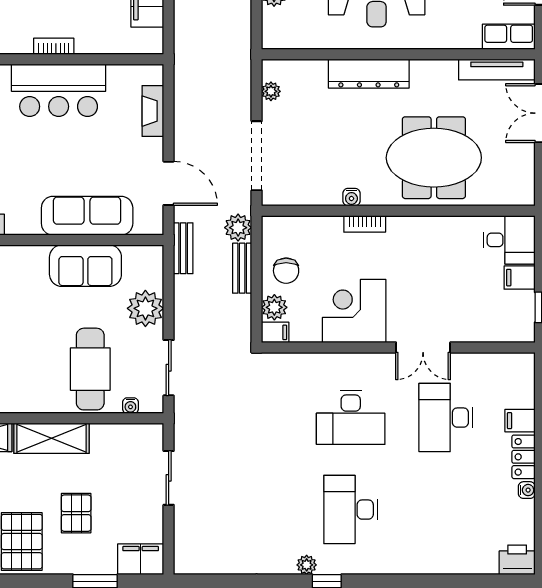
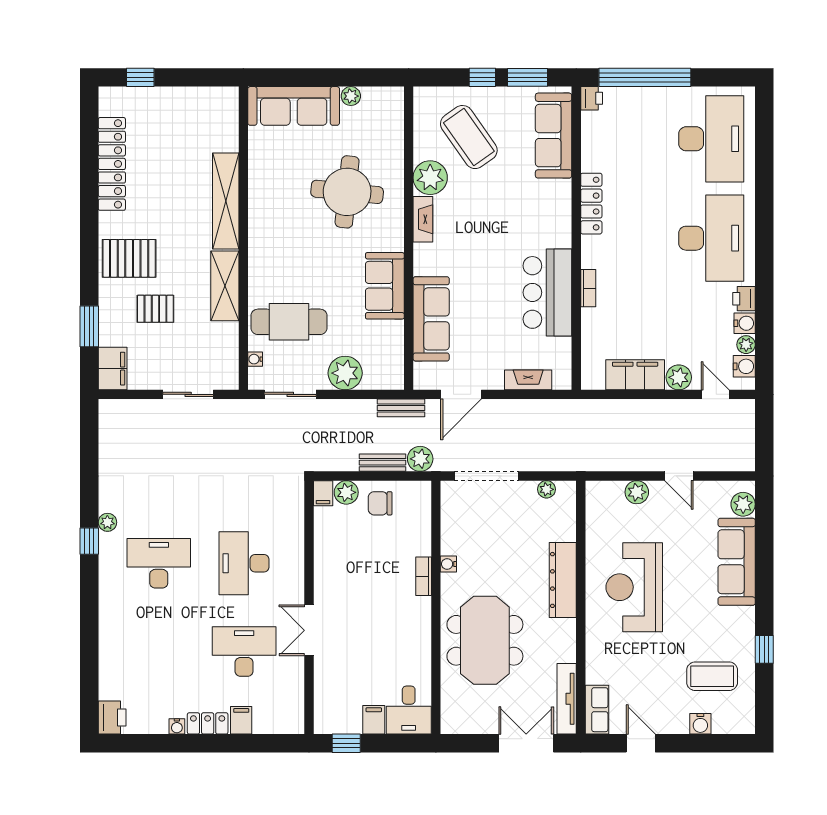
sofa: (85, 266) -> (385, 286), moved
corner desk: (354, 311) -> (343, 566), removed

